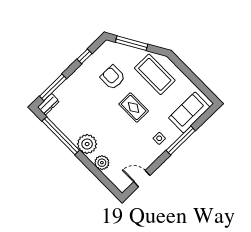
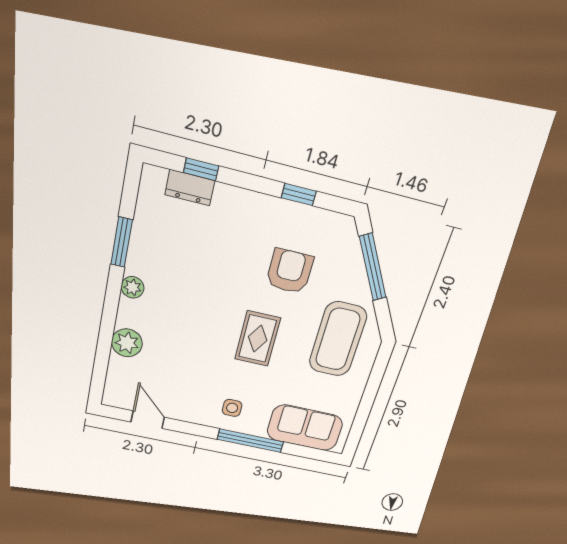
window: (53, 87) -> (201, 169), width x0.46
dresser: (48, 104) -> (190, 188), moved
window: (61, 136) -> (122, 242), width x0.47
plant: (87, 144) -> (133, 287), width x0.53, depth x0.53

